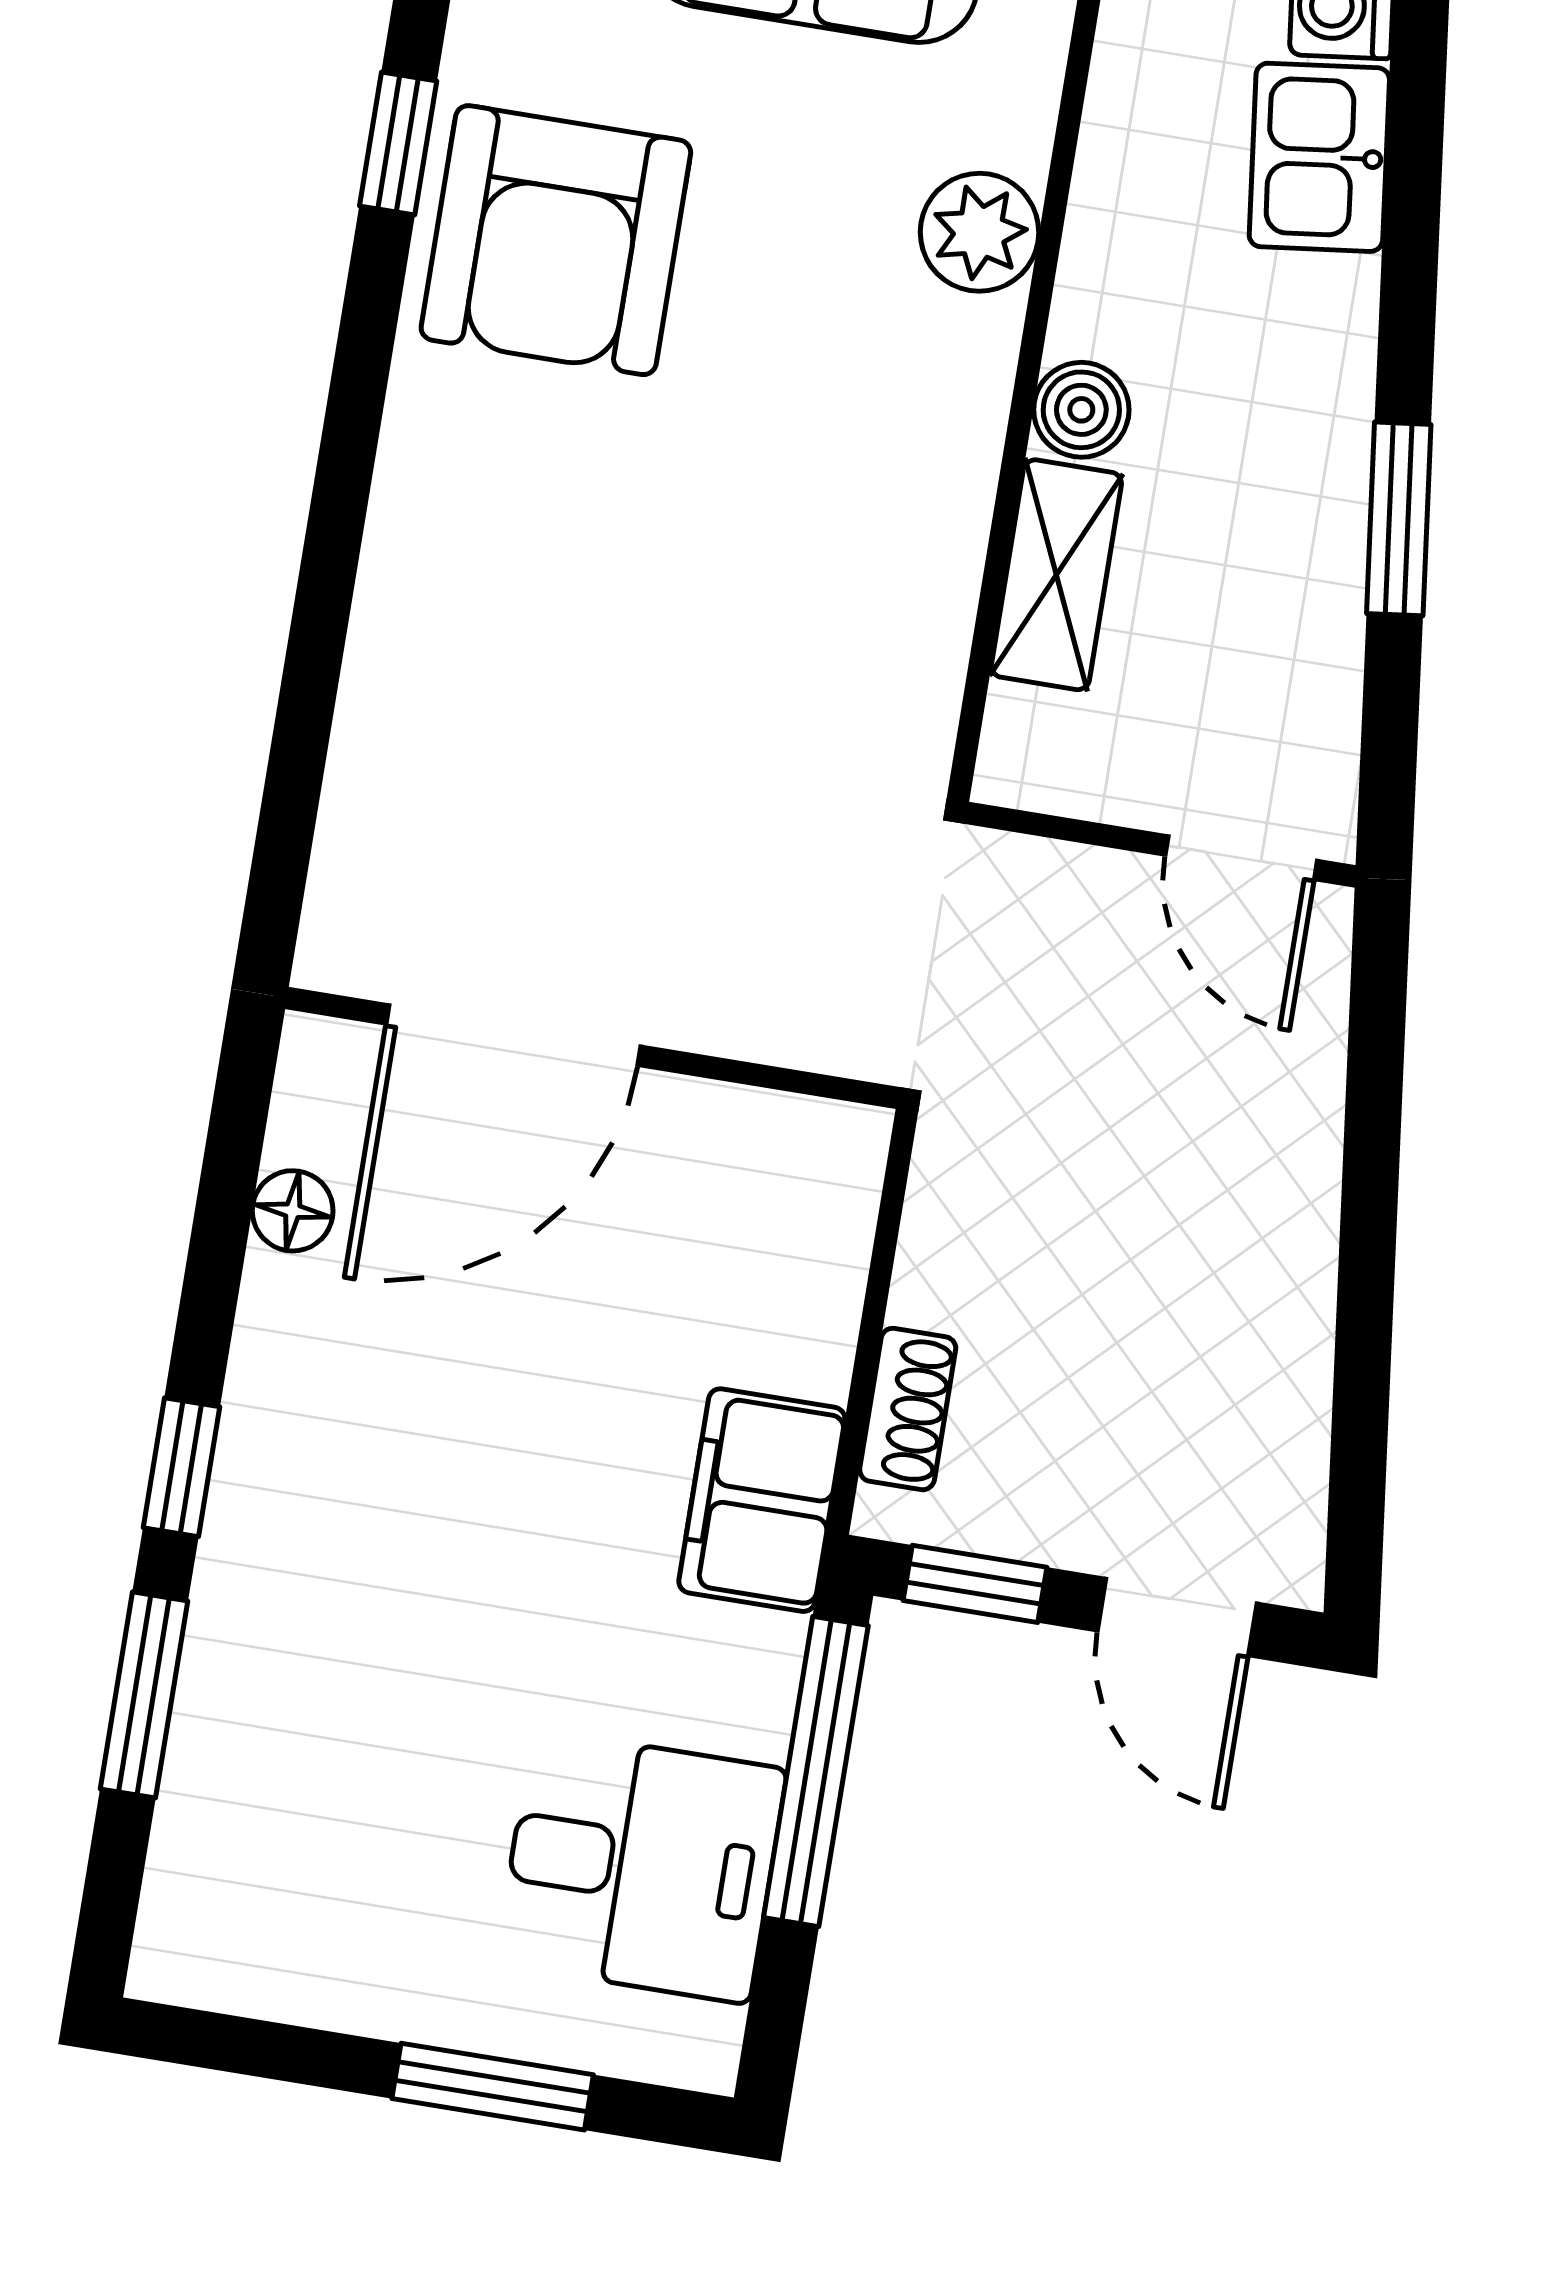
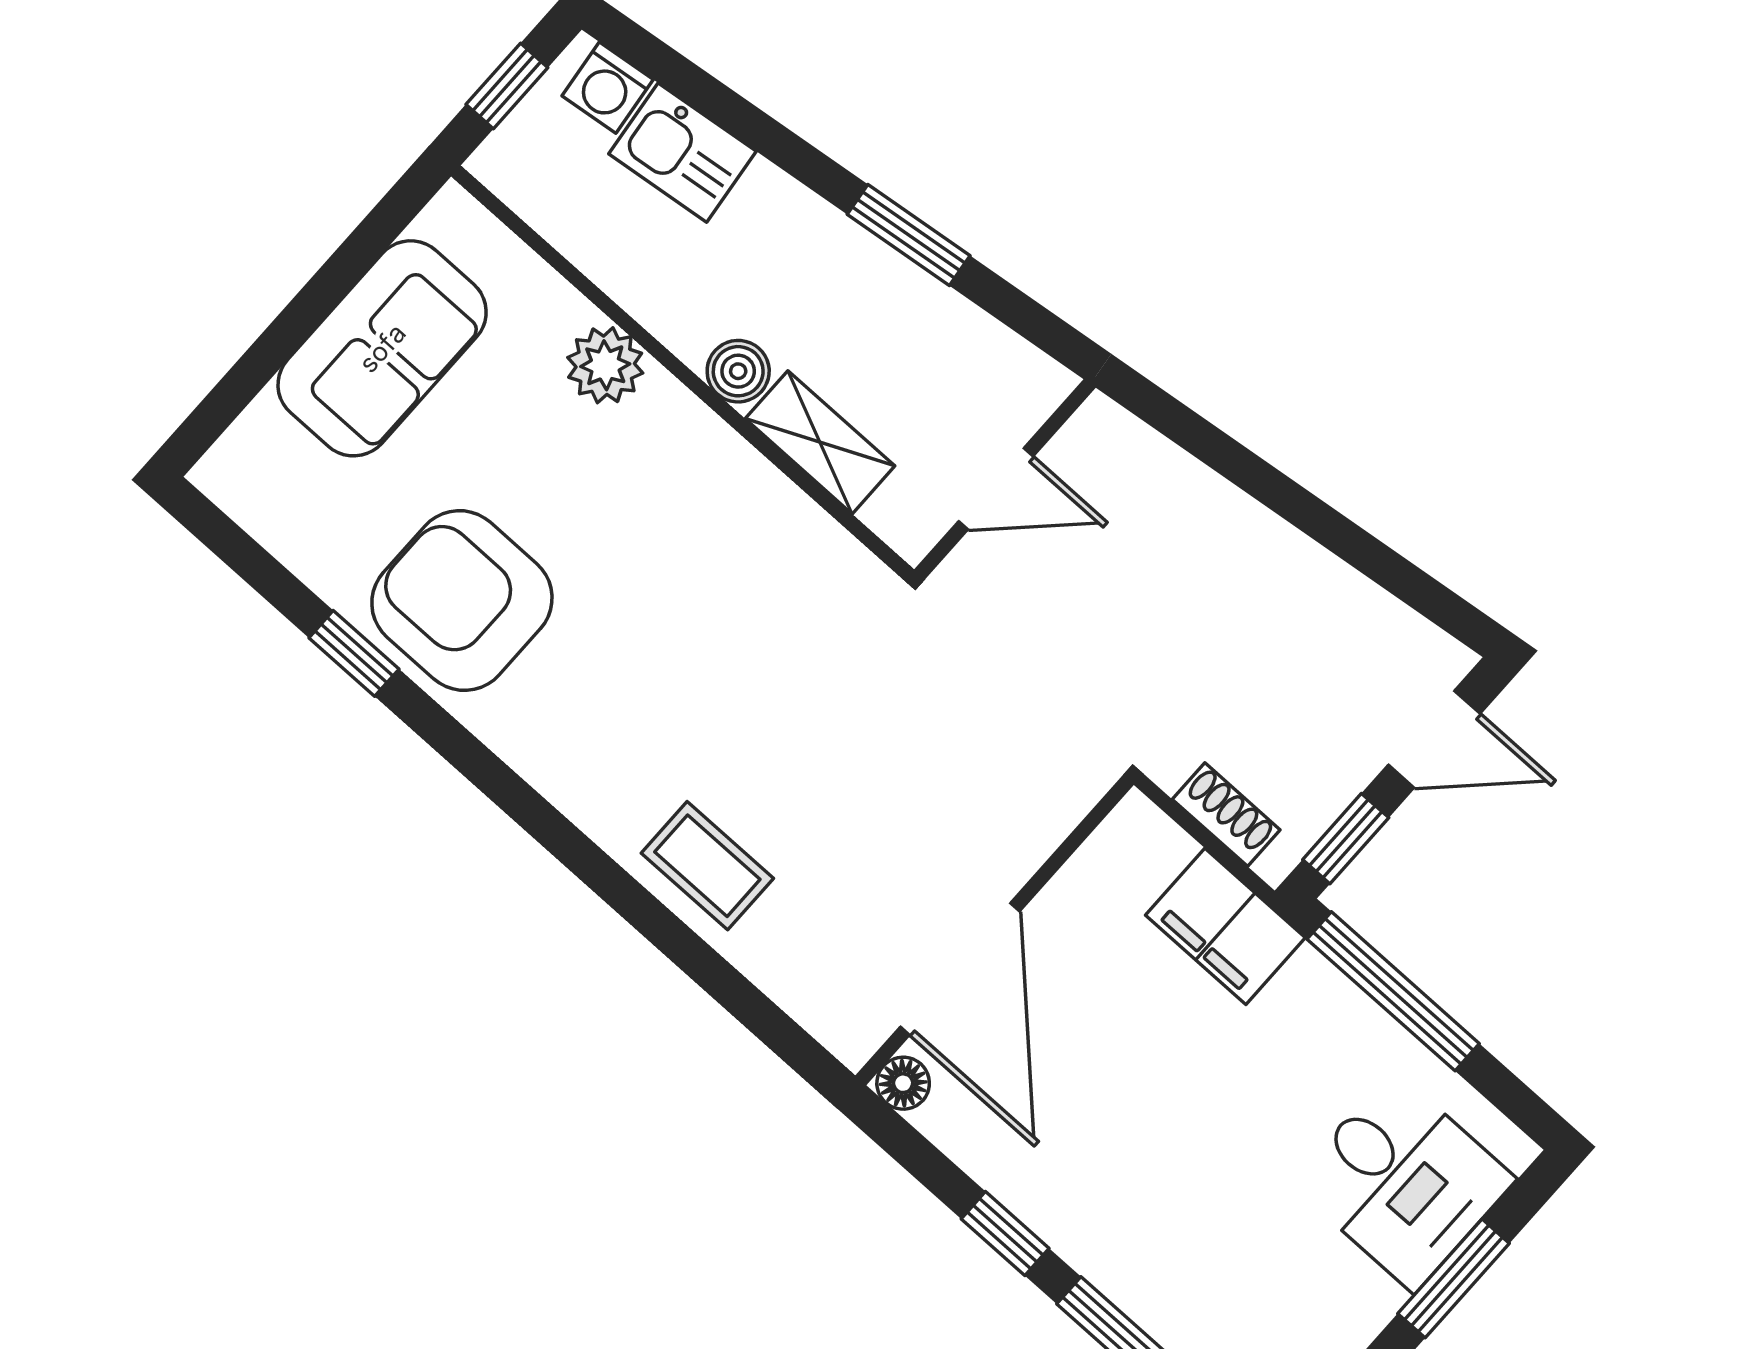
armchair: (556, 240) -> (462, 601), turned 180
coffee table: (414, 777) -> (707, 866), added
door: (1241, 858) -> (996, 489), moved
door: (513, 1035) -> (960, 969), moved
wall: (592, 1048) -> (995, 930), moved
desk: (641, 1866) -> (1403, 1181), moved, turned 90

